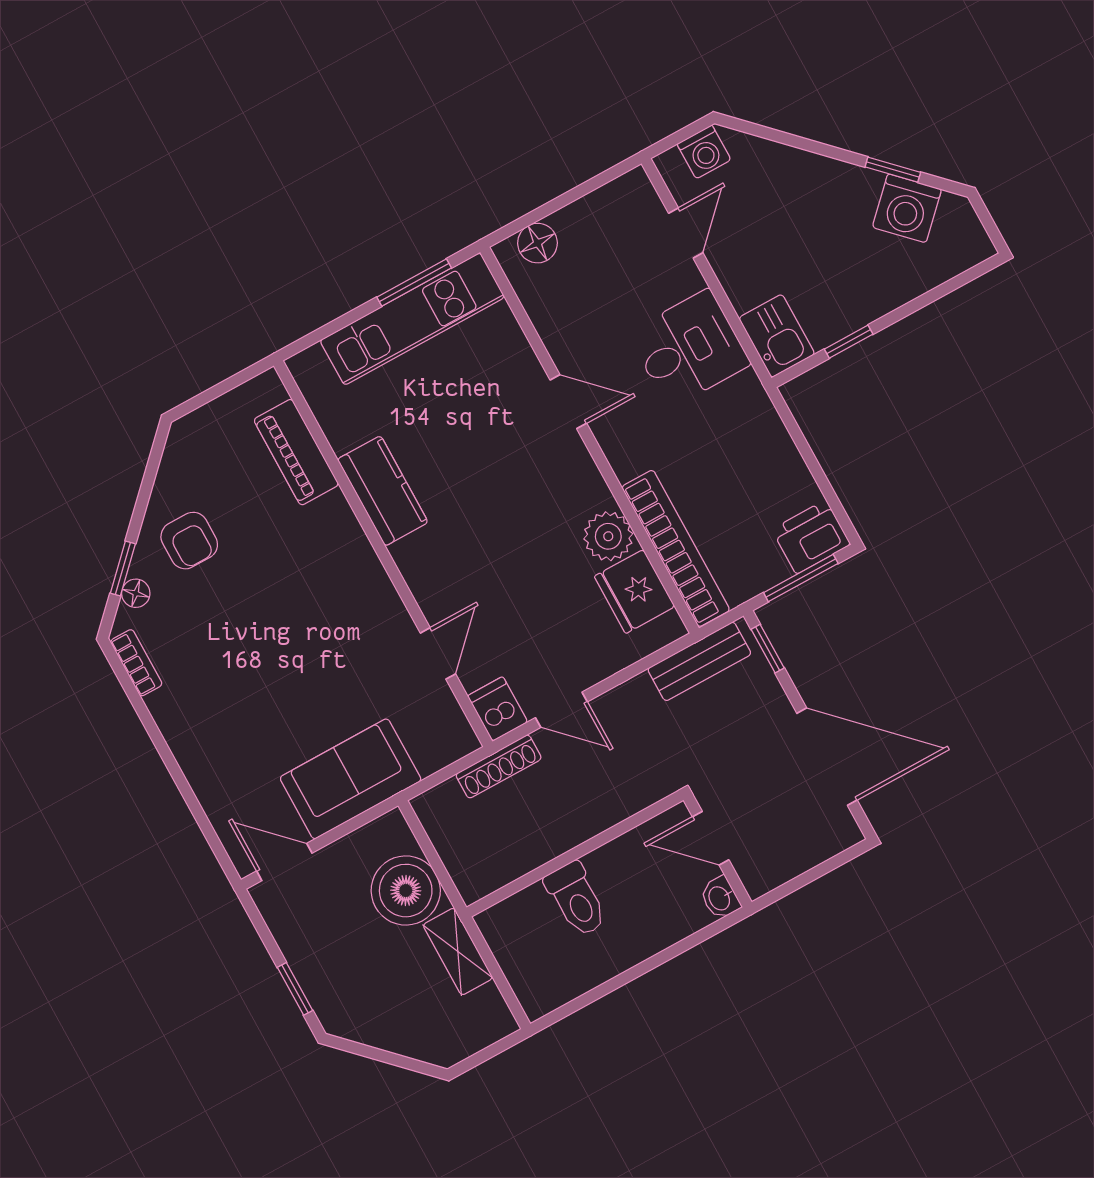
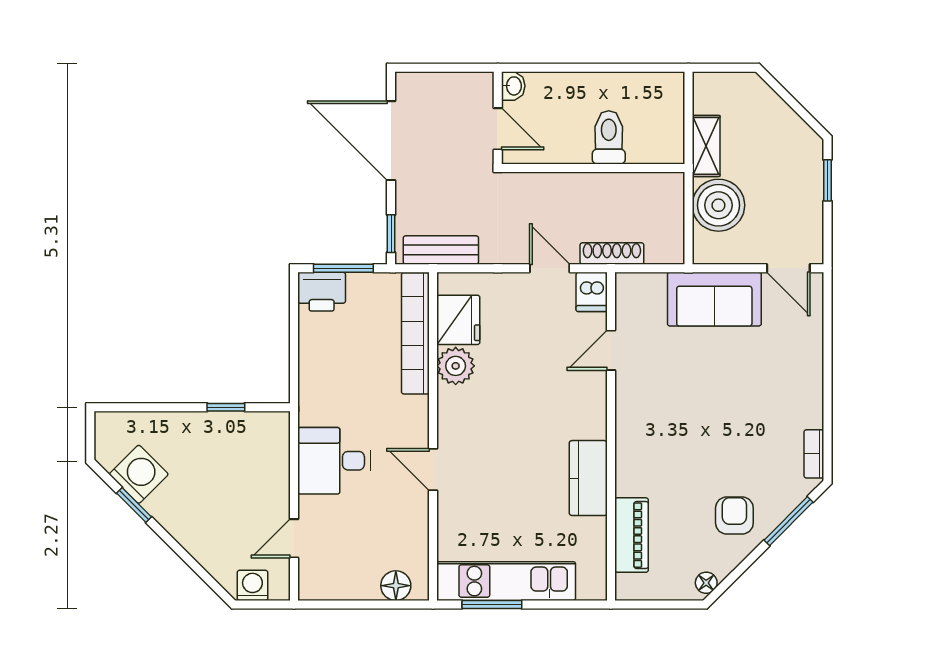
kitchen sink: (777, 336) -> (271, 437), removed
window: (123, 568) -> (788, 521), width x1.50
floor lamp: (136, 593) -> (706, 583), moved

